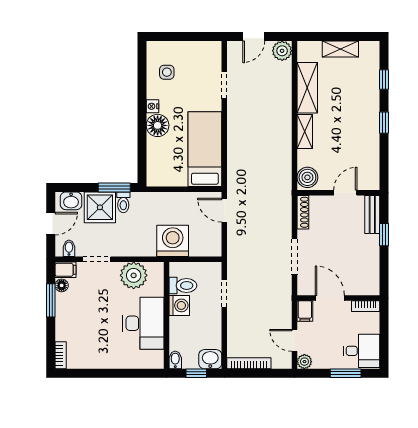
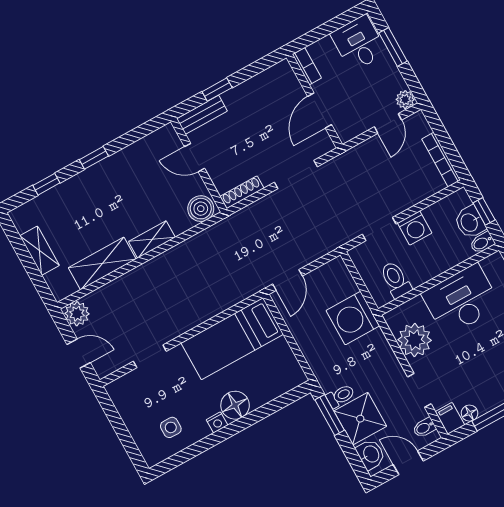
washing machine: (179, 305) -> (415, 228), moved, turned 180
filing cabinet: (305, 311) -> (349, 130), removed
washbasin: (210, 359) -> (470, 222), moved

